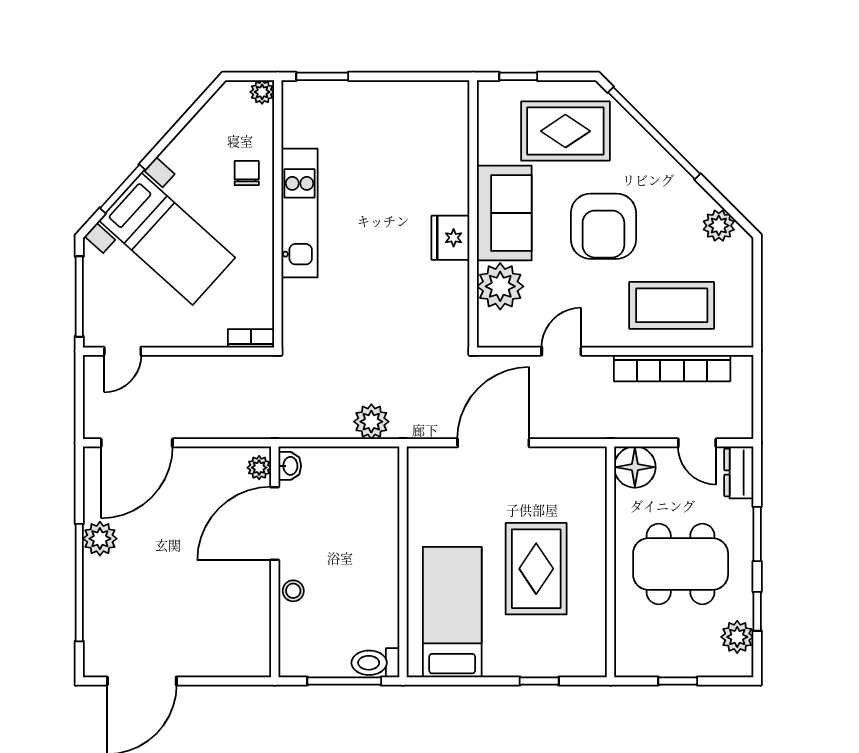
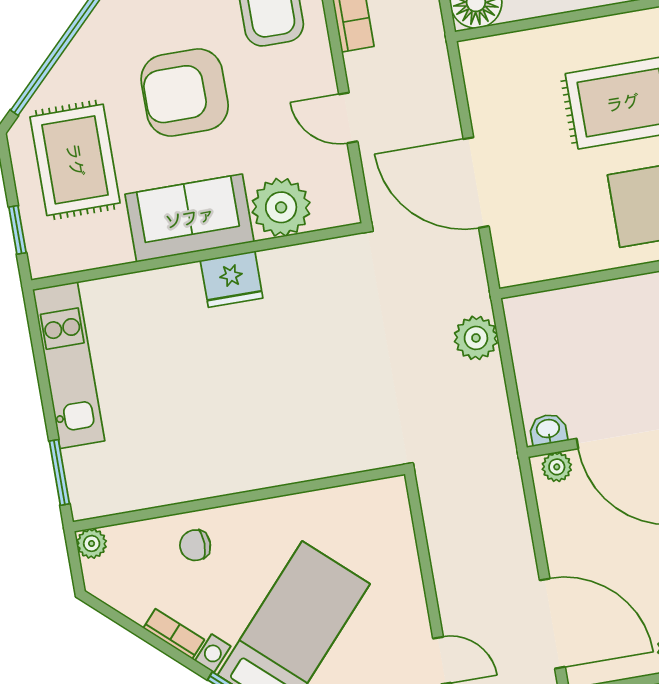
kitchen unit: (300, 213) -> (69, 365), moved, turned 90
armchair: (603, 226) -> (185, 92), turned 180
bookcase: (251, 338) -> (174, 634), moved, turned 132

